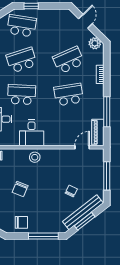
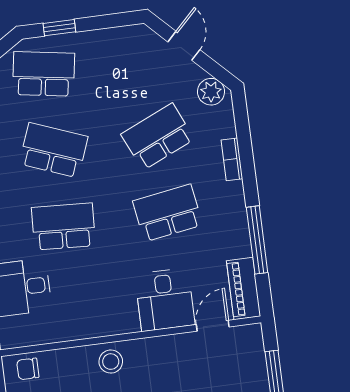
school desk: (22, 60) -> (54, 150), turned 39
desk: (32, 133) -> (165, 300), moved

